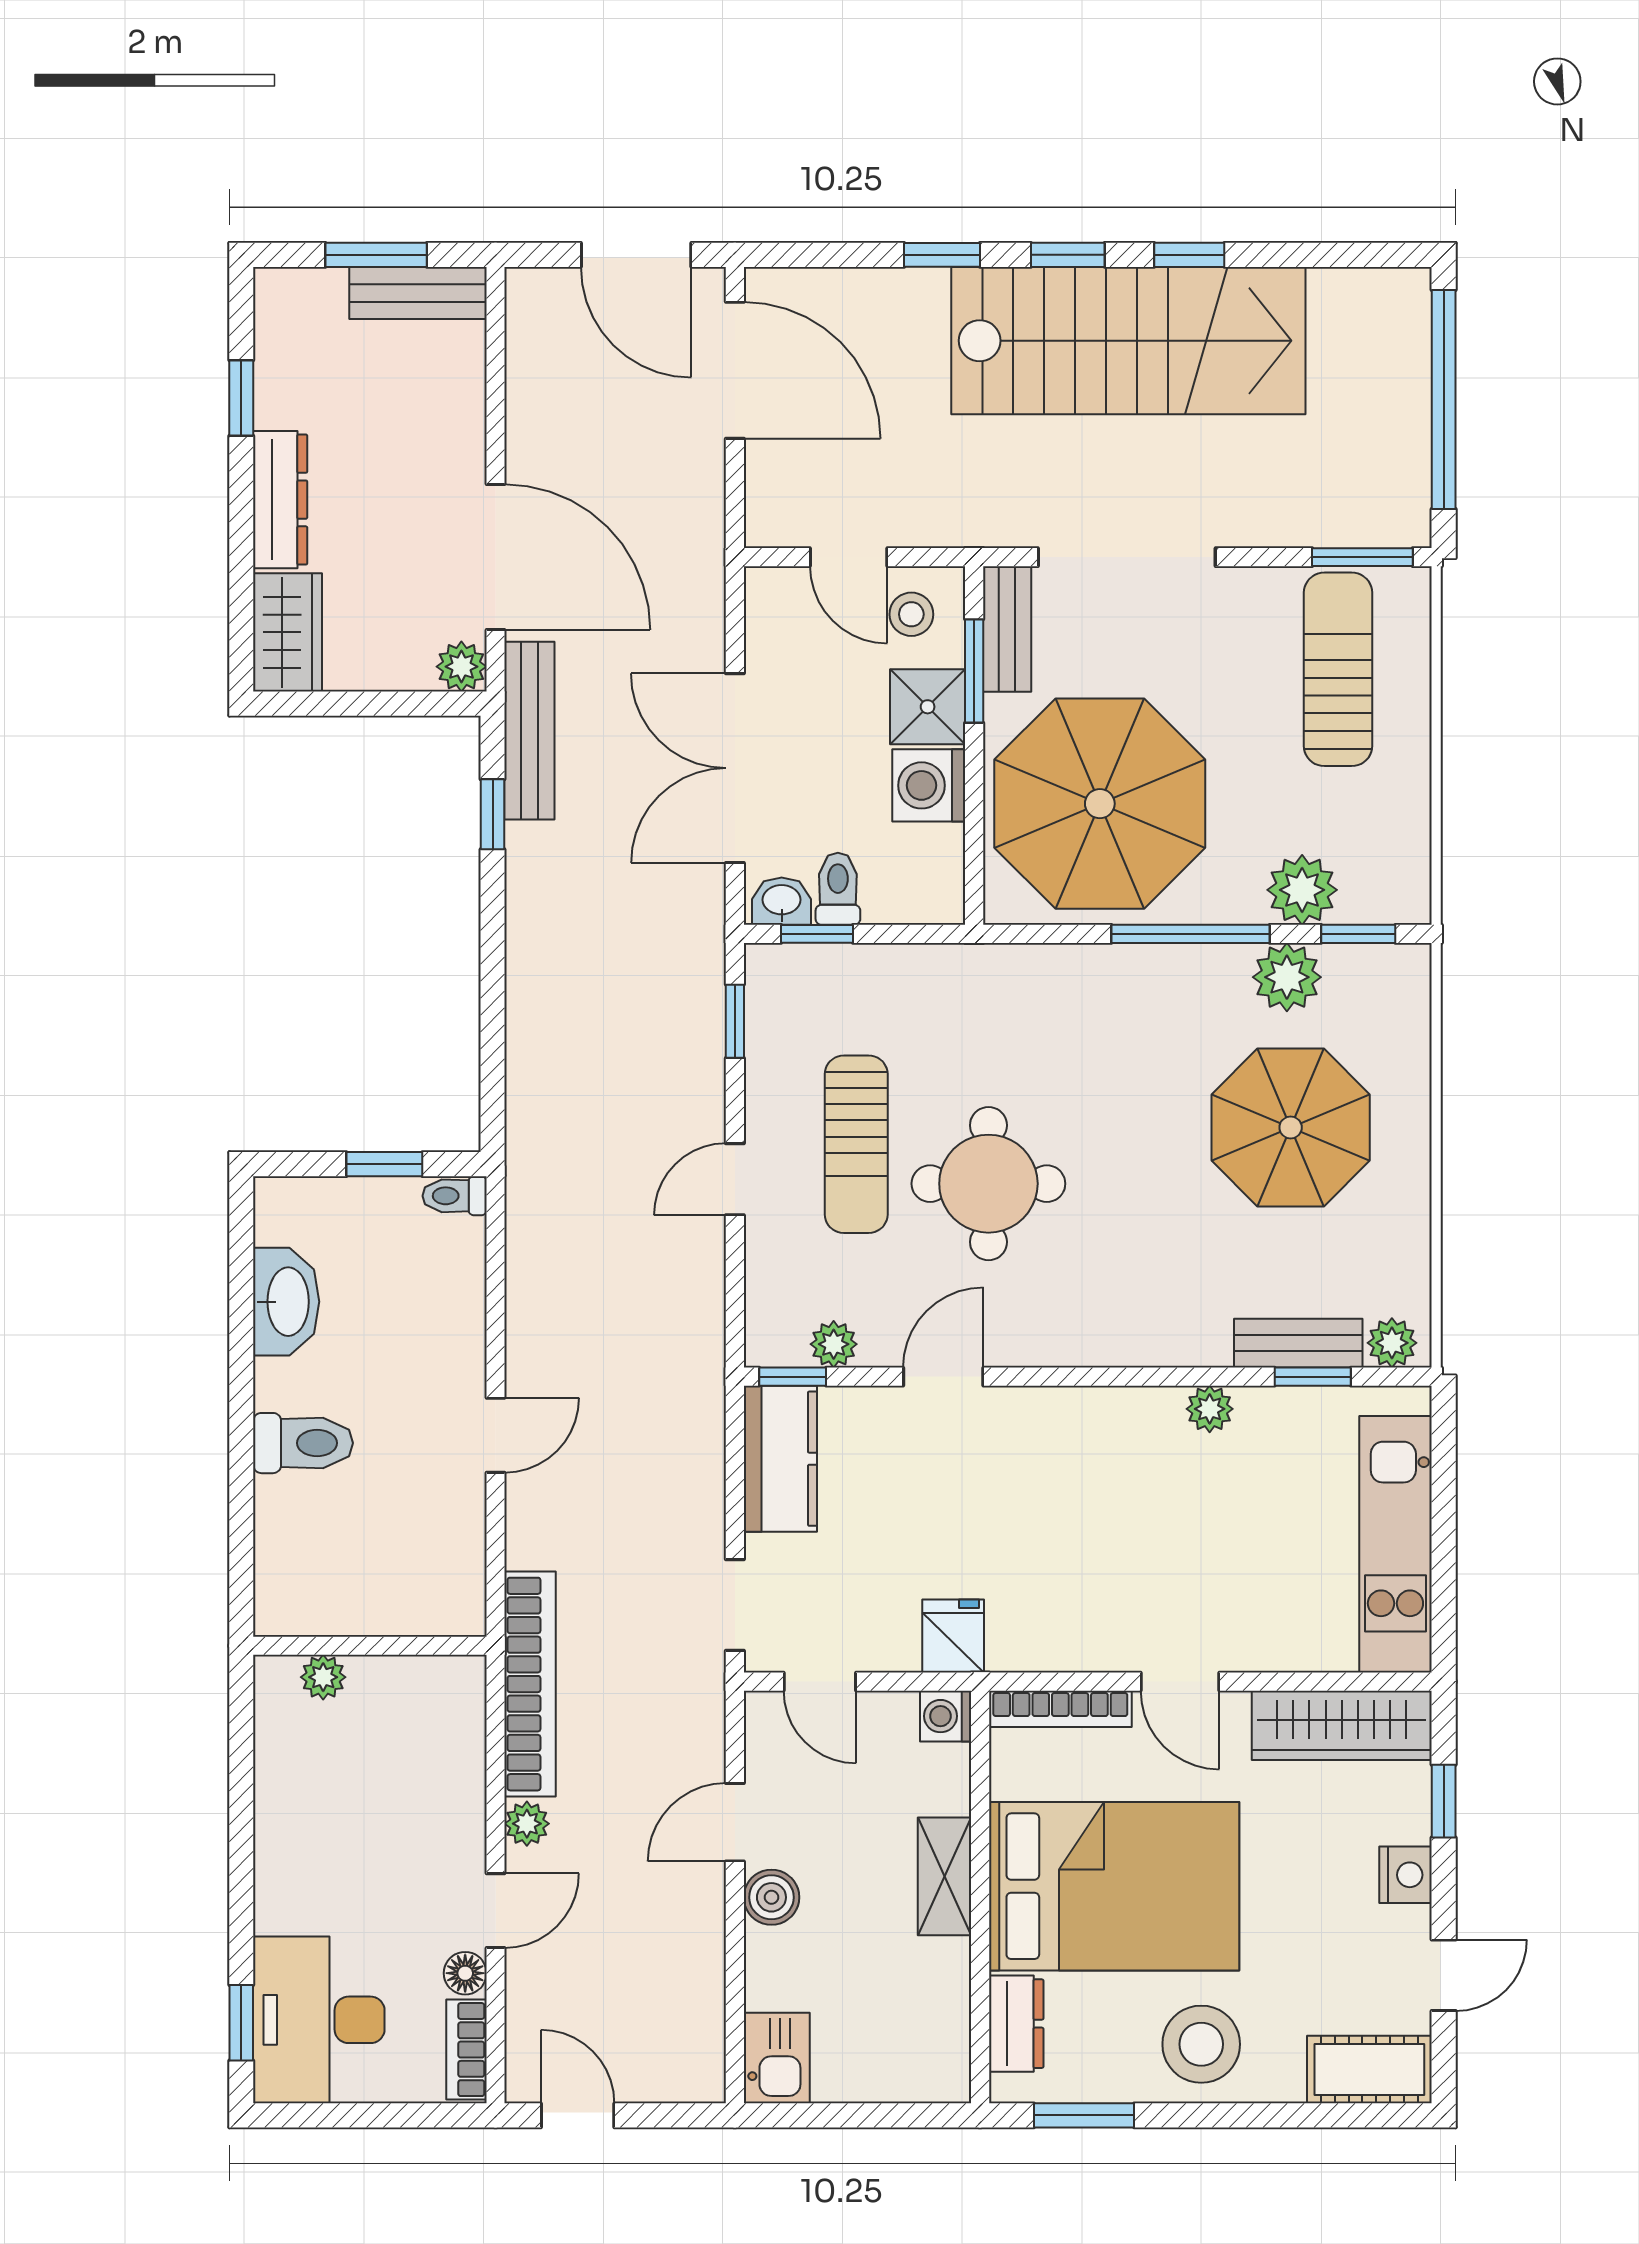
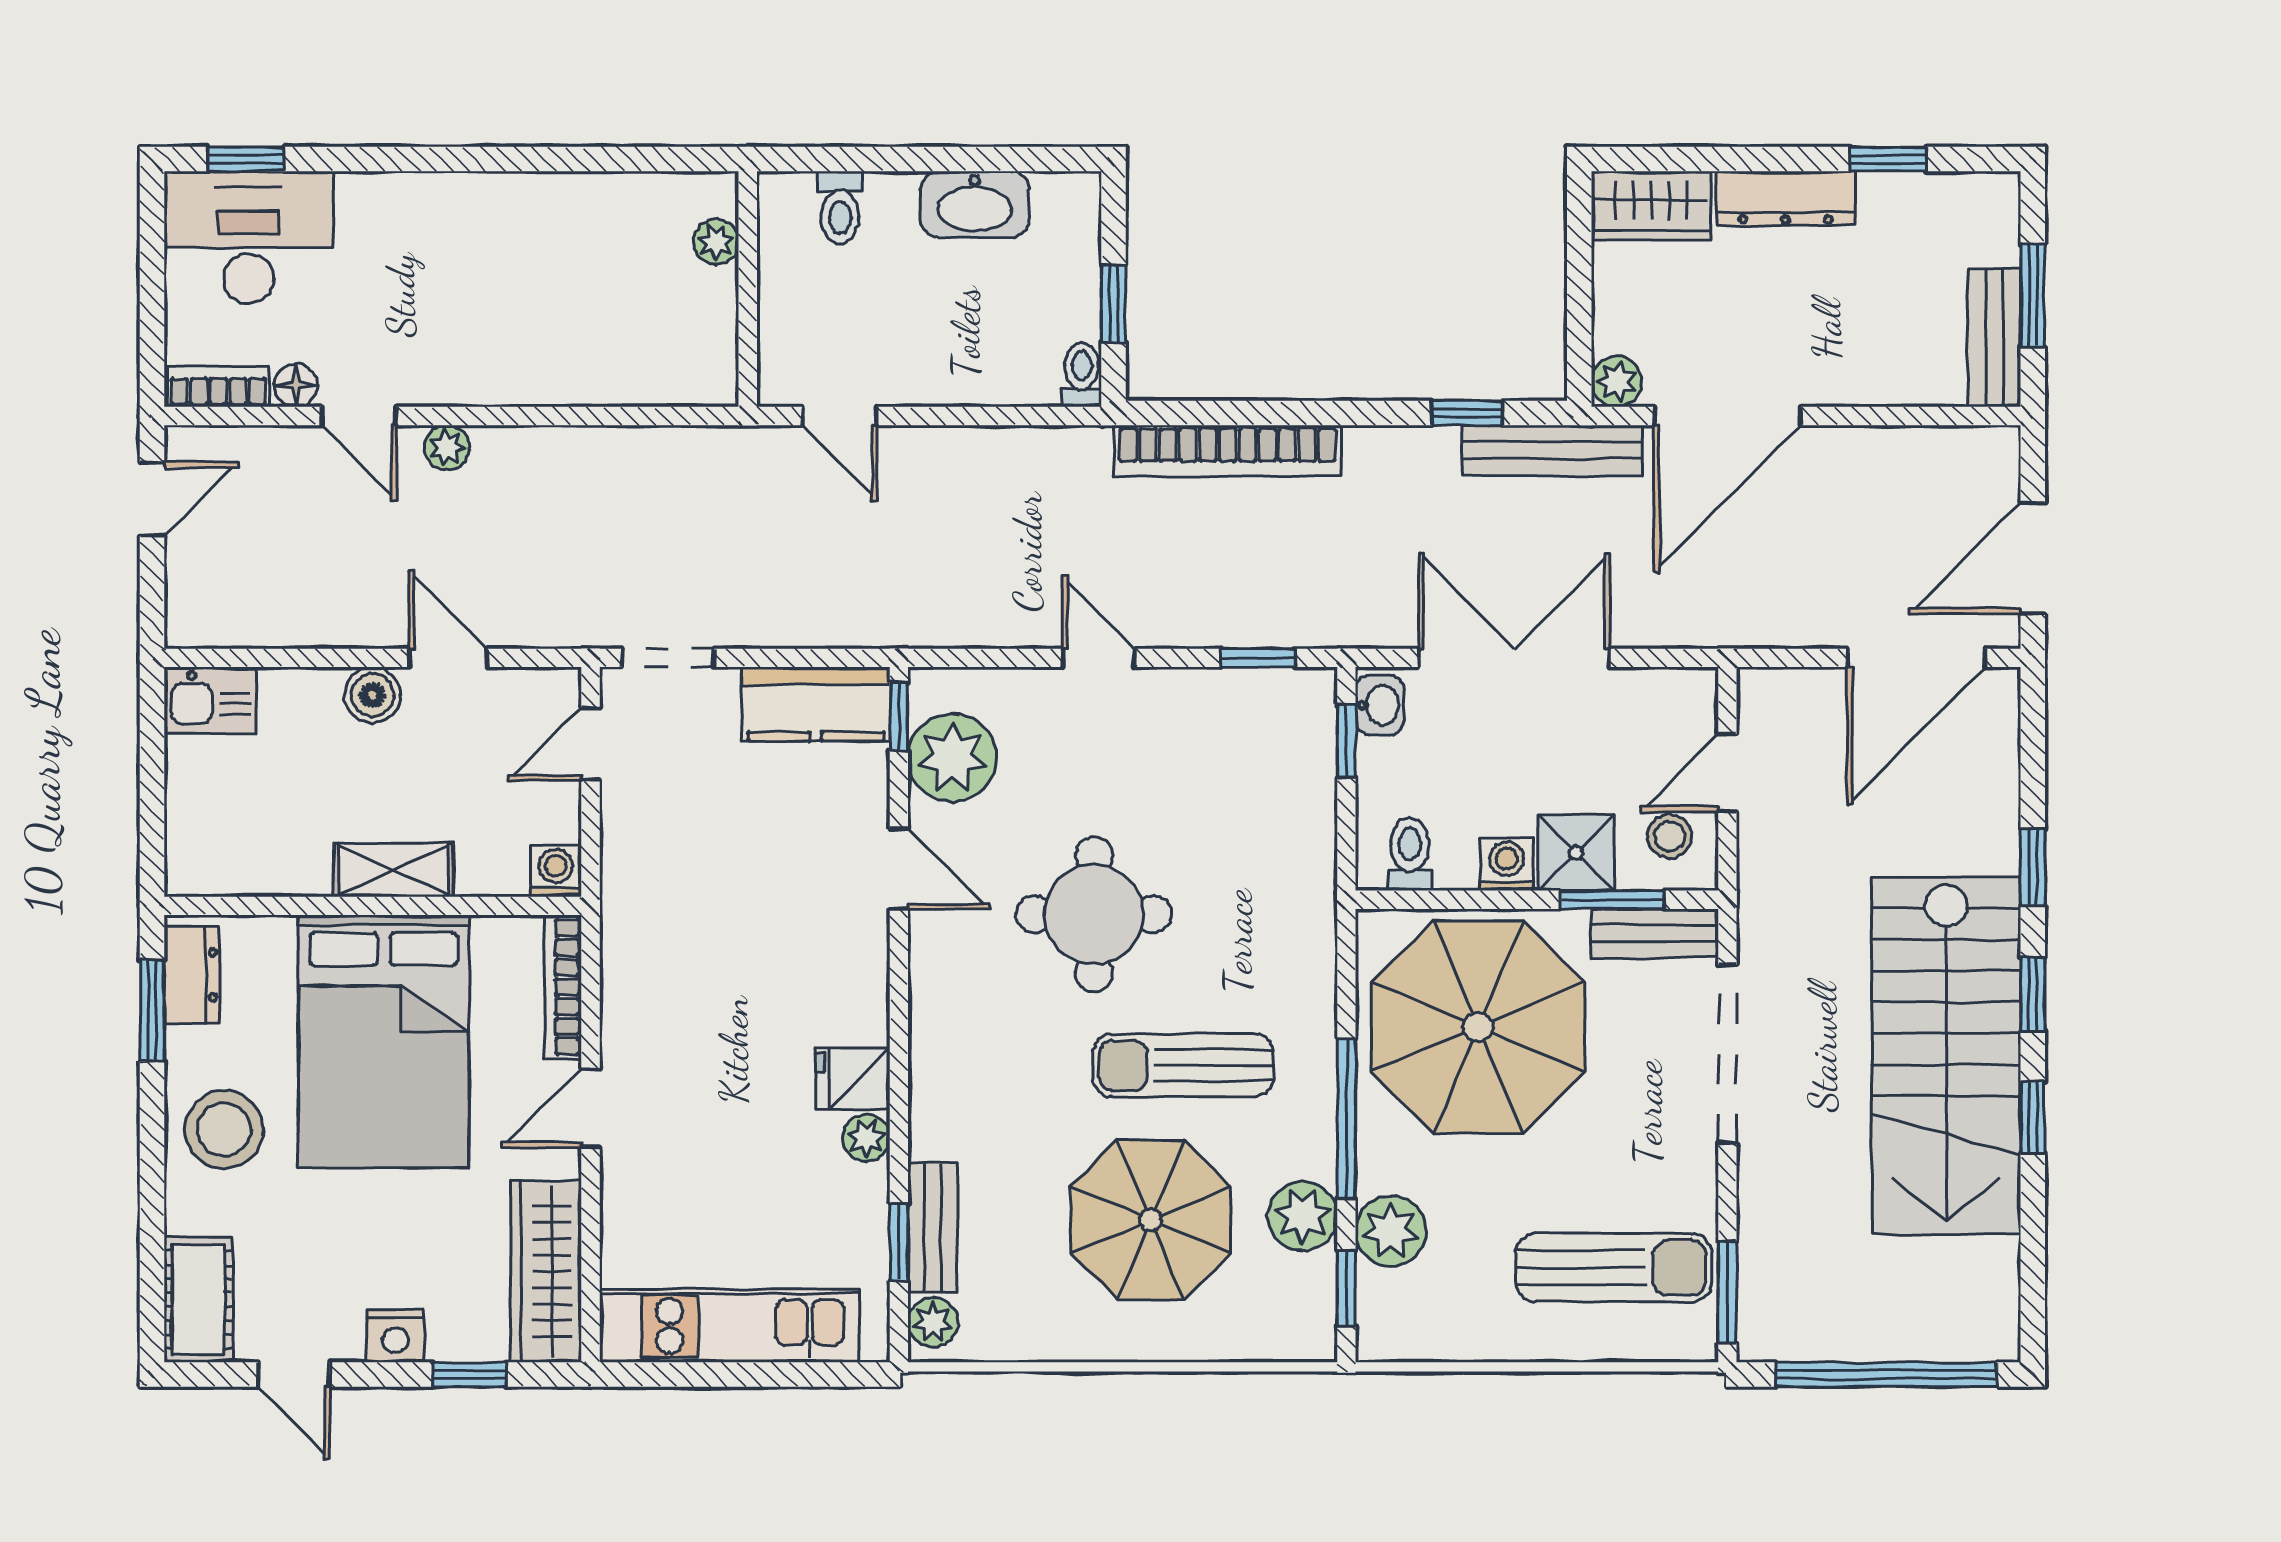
washing machine: (929, 785) -> (1507, 864), width x0.73, depth x0.73
toilet: (838, 889) -> (1410, 854), moved, turned -90
sun lounger: (856, 1144) -> (1183, 1065), moved
plant: (834, 1344) -> (952, 758), width x1.88, depth x1.88
toilet: (303, 1443) -> (840, 207), width x0.73, depth x0.72
fridge: (953, 1636) -> (853, 1078), moved, turned 180
wall: (370, 1646) -> (748, 289), moved
plant: (323, 1677) -> (716, 242), moved
bookcase: (530, 1684) -> (1228, 451), moved
dresser: (1016, 2024) -> (192, 975), moved, turned -90

